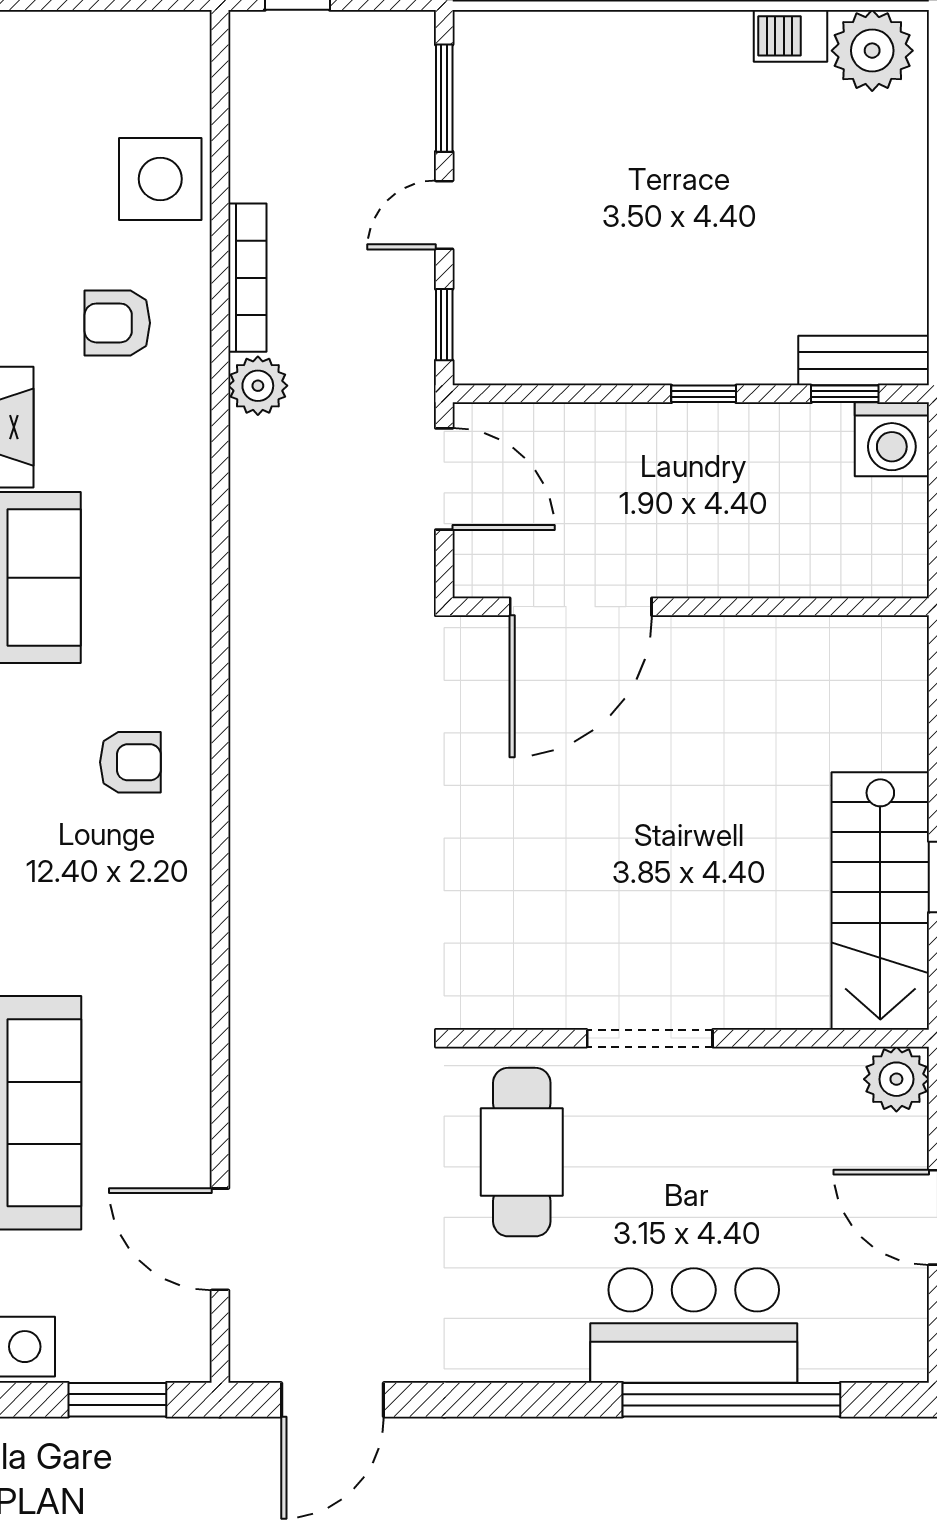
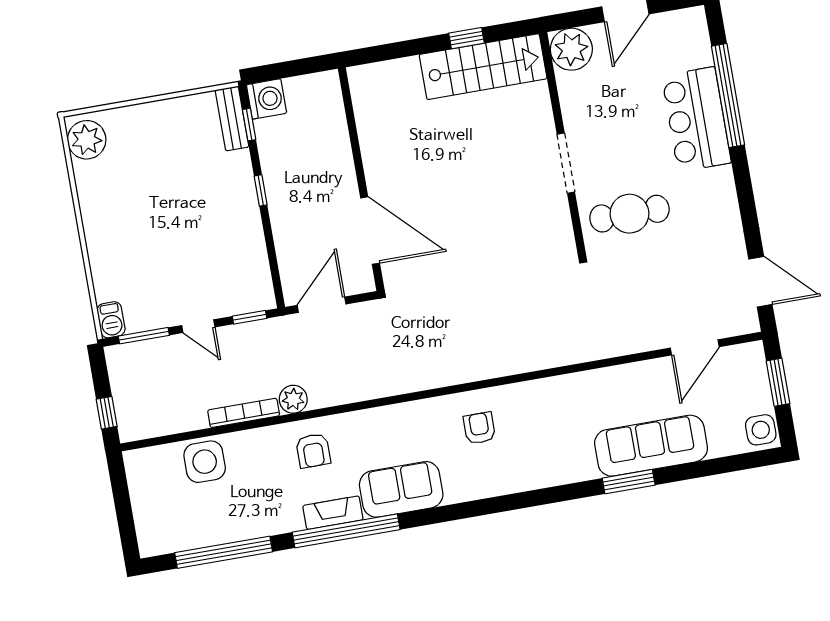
barbecue: (790, 36) -> (111, 320), moved
armchair: (117, 323) -> (313, 451), moved
plant: (896, 1079) -> (571, 49), width x1.36, depth x1.36

